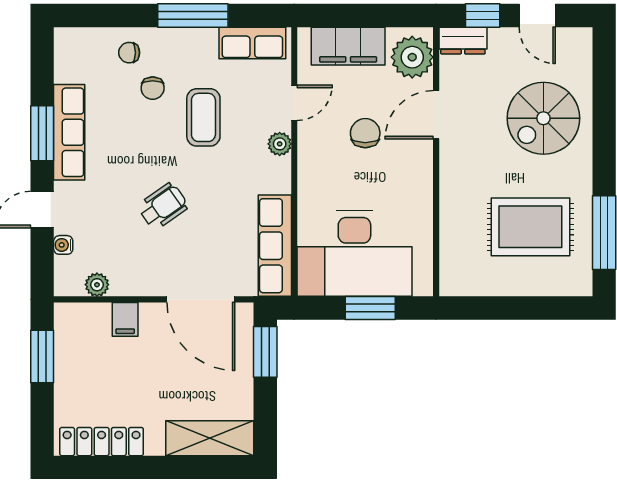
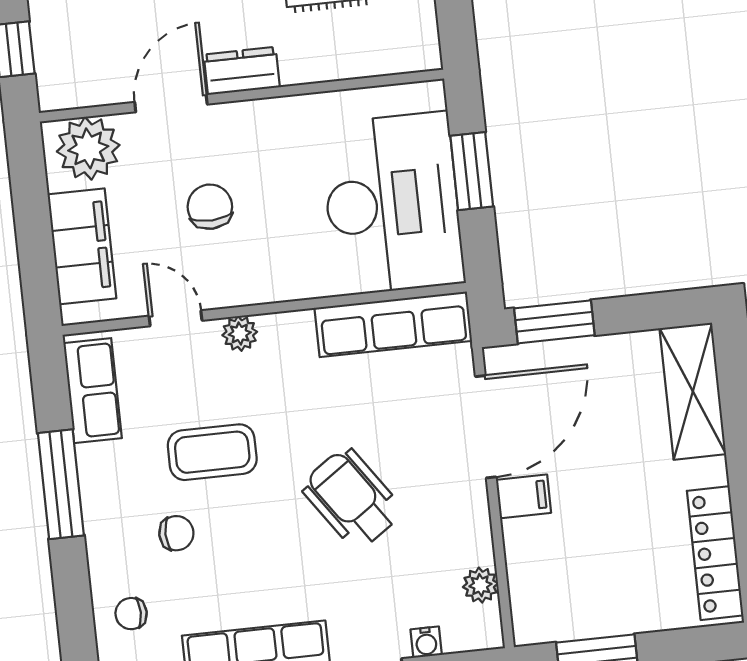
dresser: (463, 41) -> (242, 71), moved, turned -90
chair: (129, 53) -> (131, 614), moved, turned 90
door: (436, 115) -> (171, 103), swing flipped
chair: (365, 133) -> (210, 207), turned 88
wheelchair: (163, 206) -> (352, 499), width x1.36, depth x1.37
filing cabinet: (125, 319) -> (523, 496), moved

